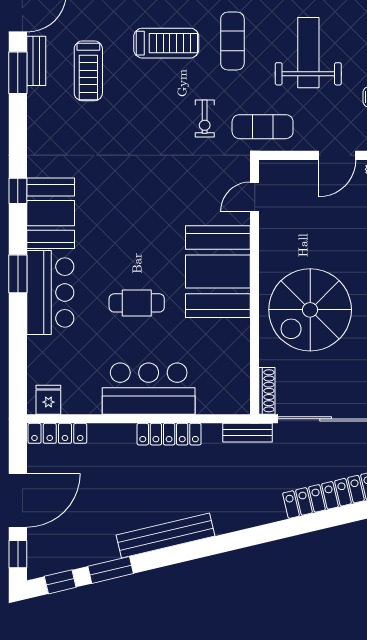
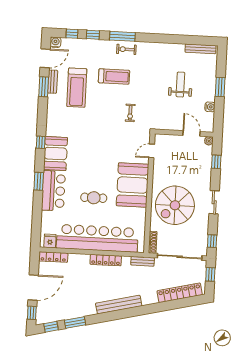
exercise mat: (232, 41) -> (145, 77), removed
weight bench: (308, 53) -> (180, 85), width x0.73, depth x0.75
treadmill: (88, 71) -> (77, 88), width x1.37, depth x1.38
exercise mat: (263, 127) -> (157, 118), removed
door: (337, 155) -> (192, 133), swing flipped
bar counter: (149, 389) -> (97, 238), width x1.86
bench: (165, 536) -> (119, 305), moved

